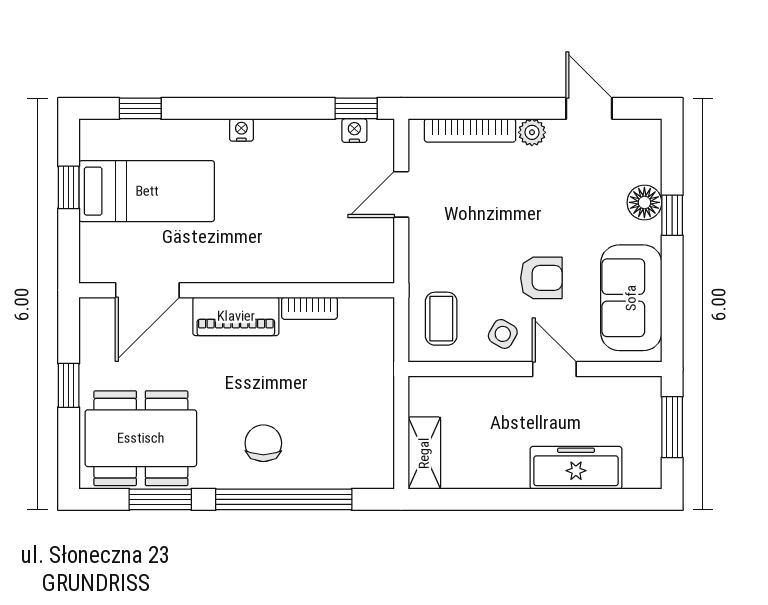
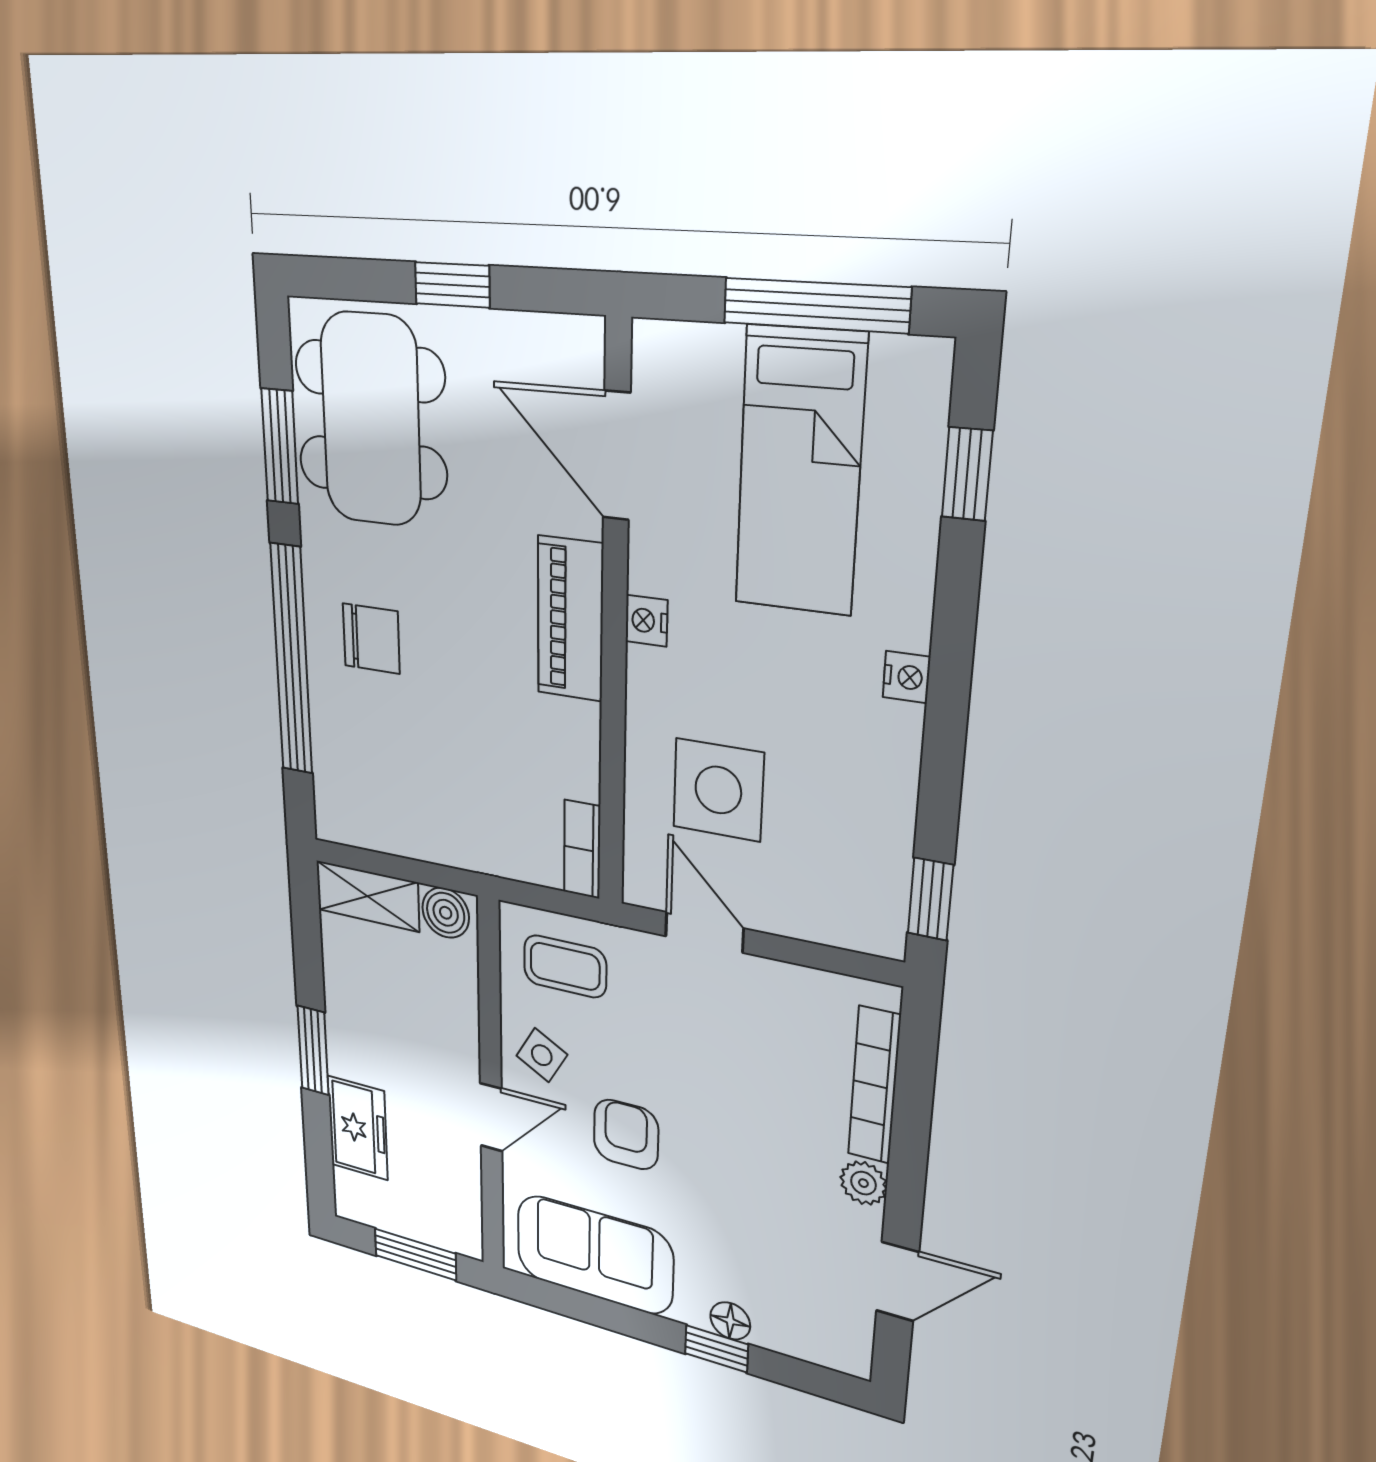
nightstand: (354, 131) -> (646, 621), moved, turned 180
window: (69, 187) -> (816, 305), width x2.17
door: (401, 194) -> (704, 932), moved
floor lamp: (644, 202) -> (730, 1321), width x0.73, depth x0.73
side table: (317, 228) -> (718, 790), added
armchair: (541, 278) -> (626, 1135), turned 180
bookcase: (309, 308) -> (582, 849), moved
boiler: (424, 398) -> (446, 913), added
freezer: (576, 468) -> (358, 1128), width x0.71
window: (541, 499) -> (313, 1050), added

